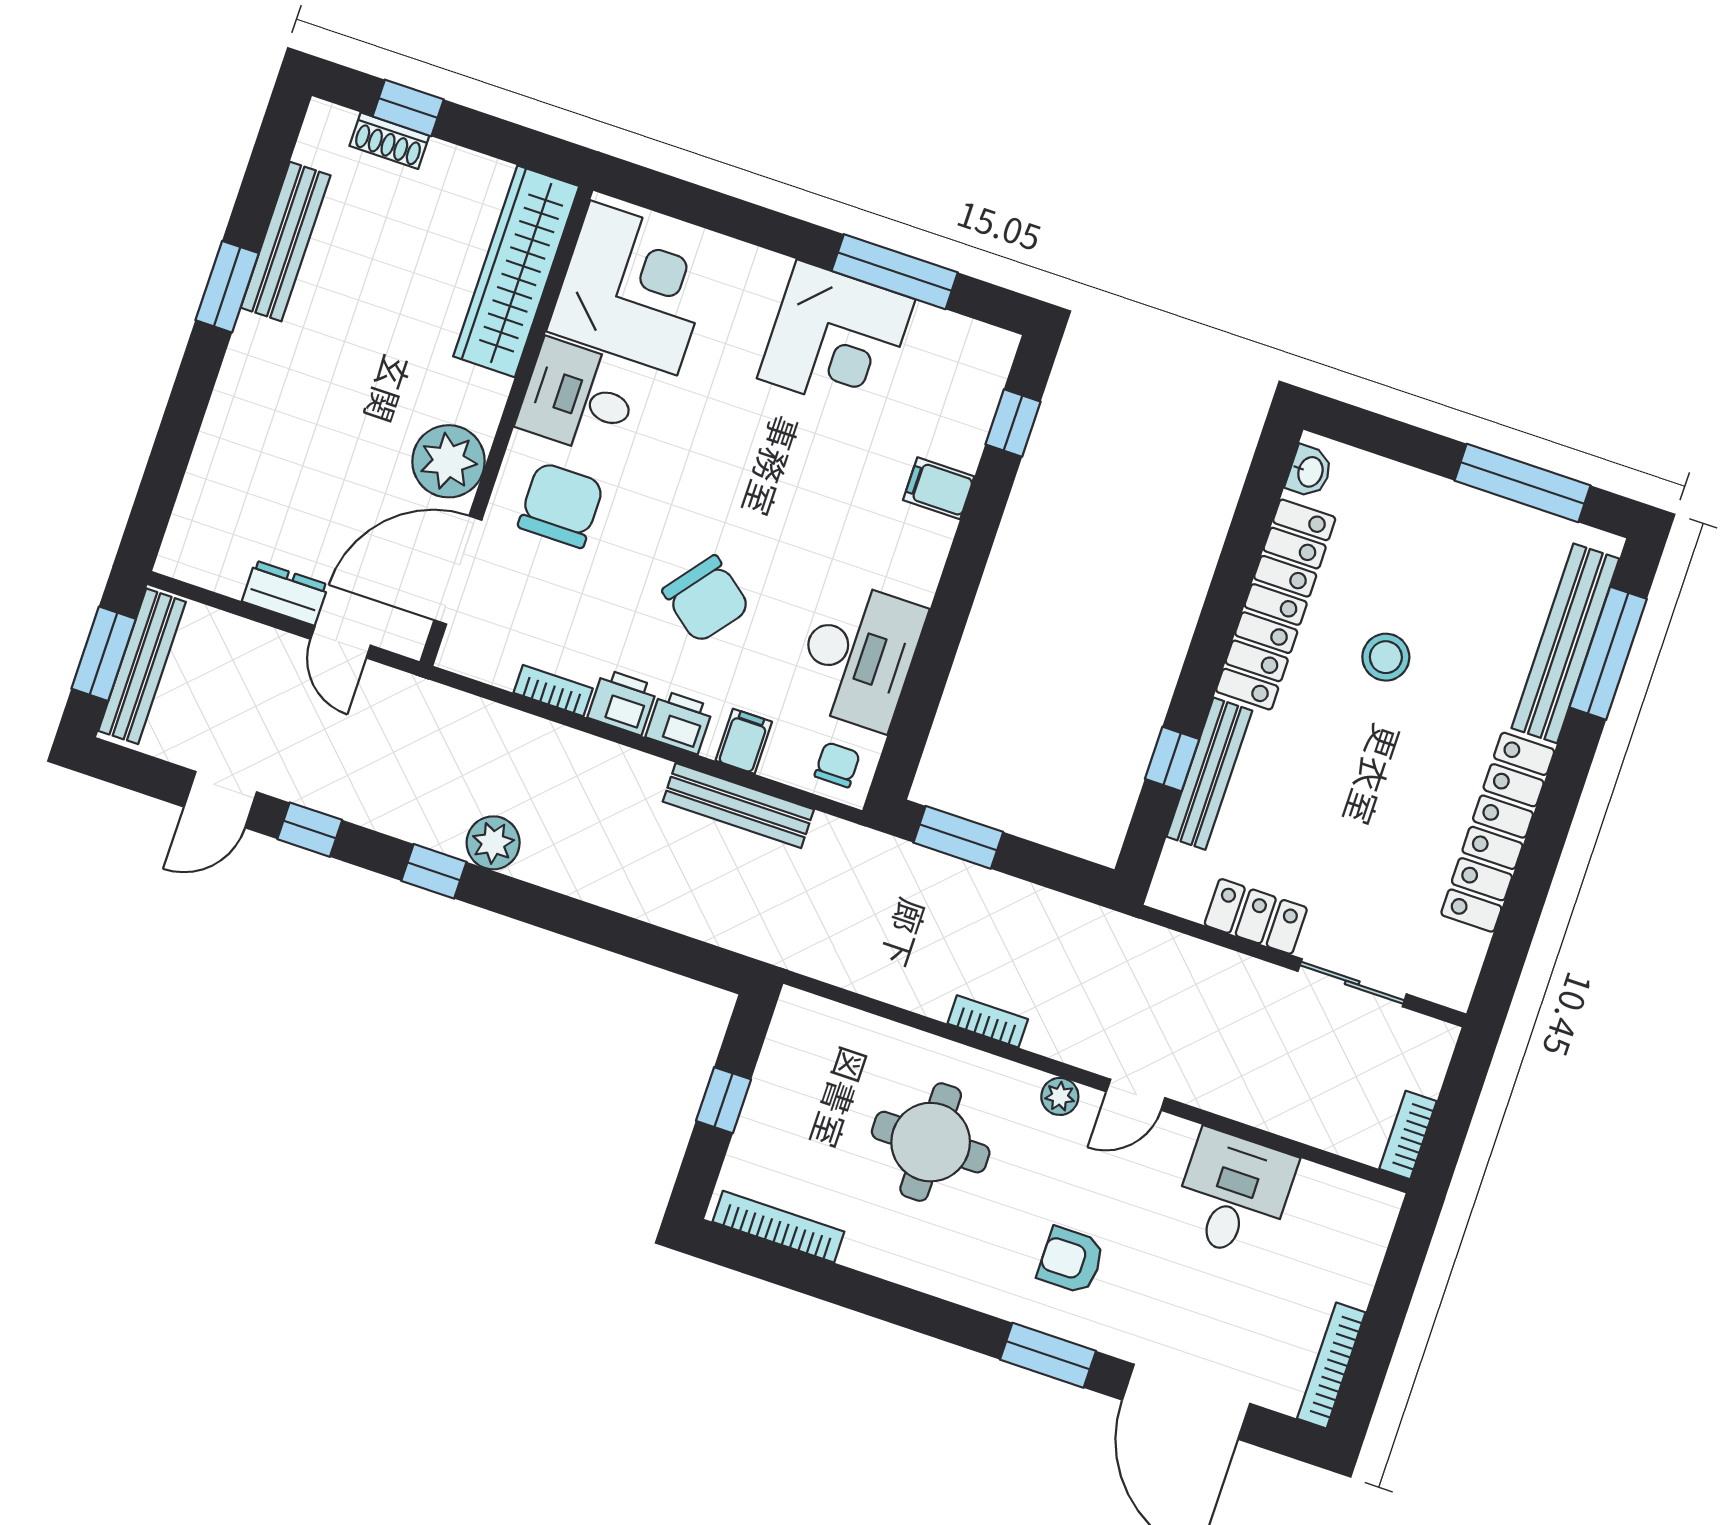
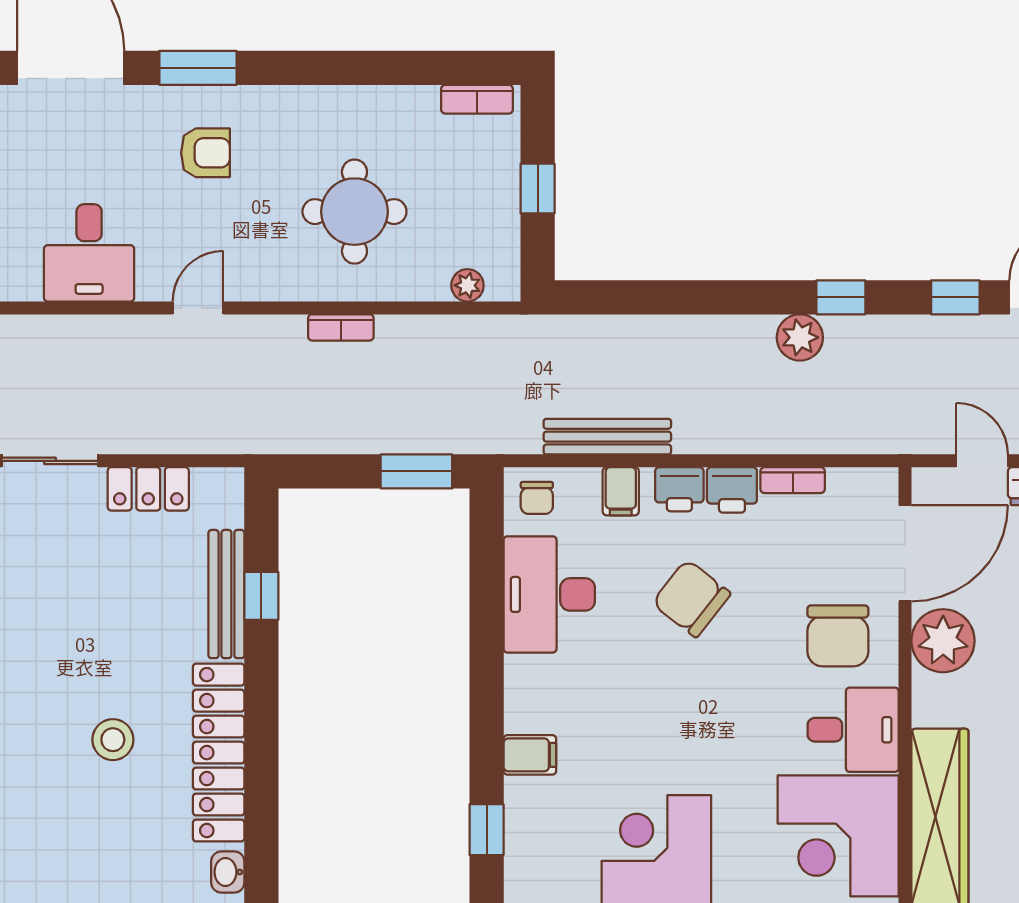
plant: (1060, 1096) -> (467, 285), moved
bookcase: (778, 1227) -> (477, 99), width x0.64

